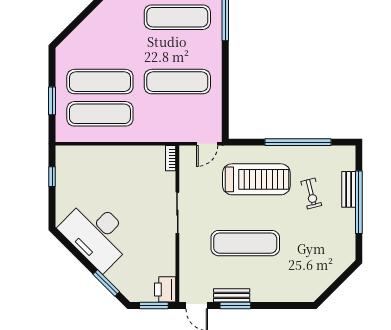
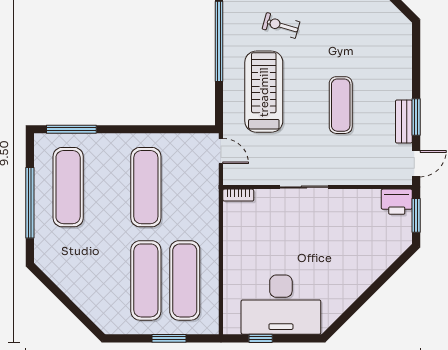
exercise bike: (311, 194) -> (281, 25), turned -150
desk: (97, 234) -> (281, 305), moved, turned 45
exercise mat: (245, 243) -> (341, 105), width x0.73, depth x0.69
window: (106, 283) -> (389, 273), removed

